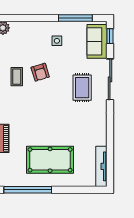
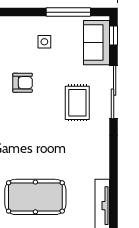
armchair: (40, 72) -> (23, 83), turned -73

